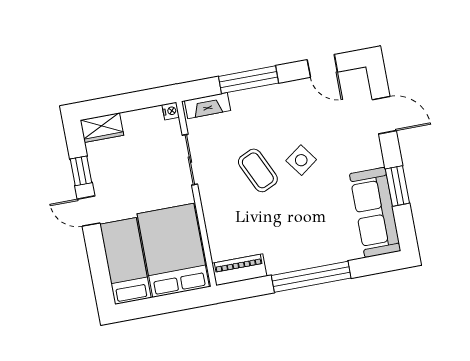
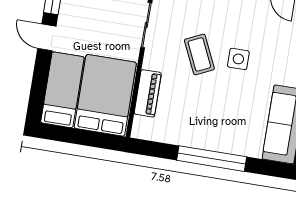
side table: (301, 160) -> (238, 59), turned 36
piano: (239, 270) -> (148, 93), moved, turned 90

